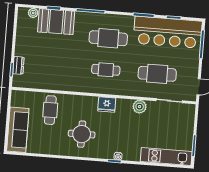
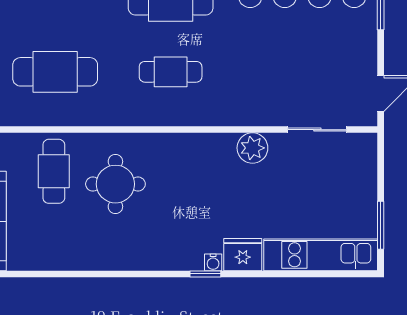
cafe table: (157, 74) -> (55, 72), moved
fridge: (107, 104) -> (243, 255), moved, turned 180
round table: (82, 134) -> (115, 184), moved

